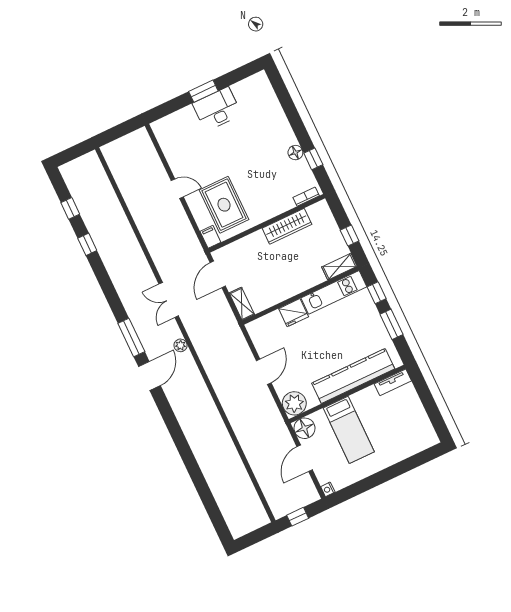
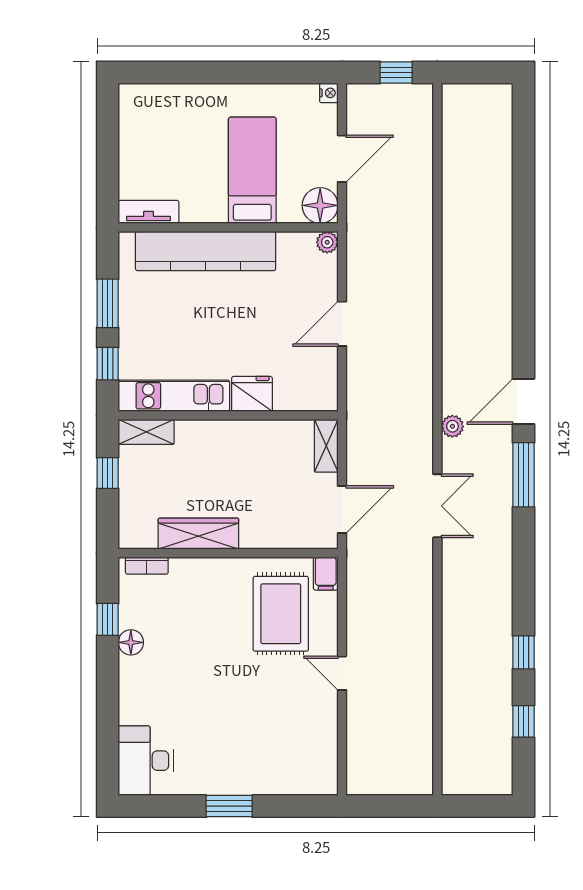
desk: (217, 109) -> (146, 761), moved, turned 90
plant: (294, 403) -> (327, 242), width x0.53, depth x0.53

